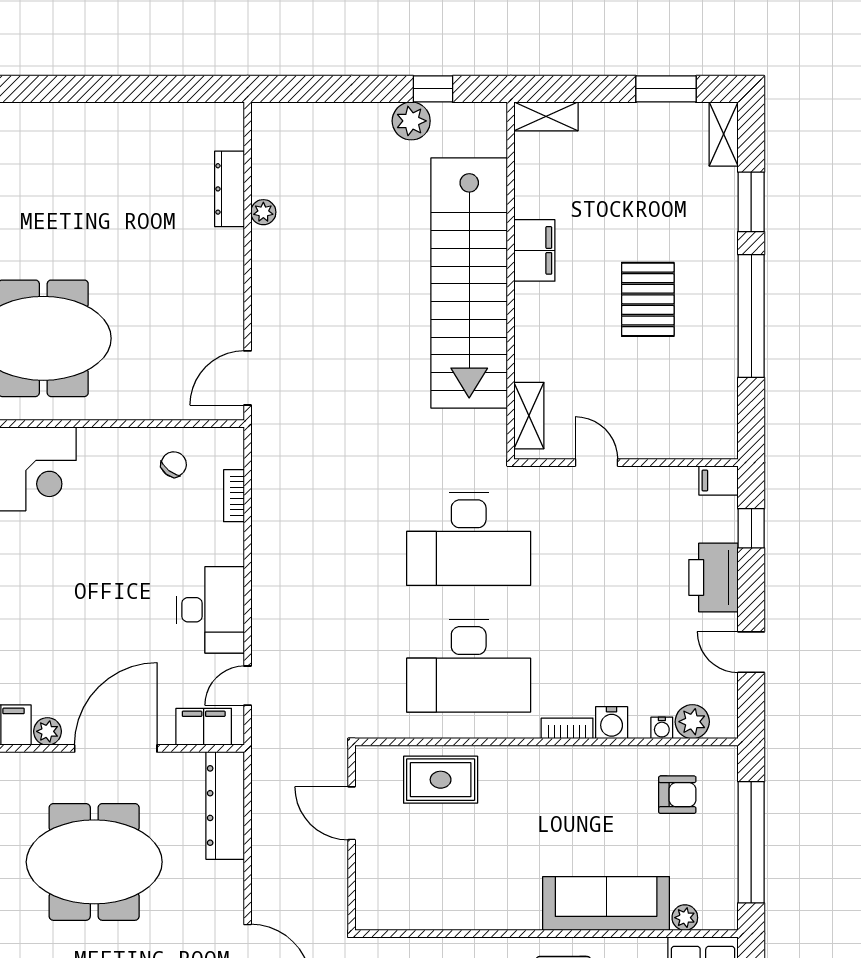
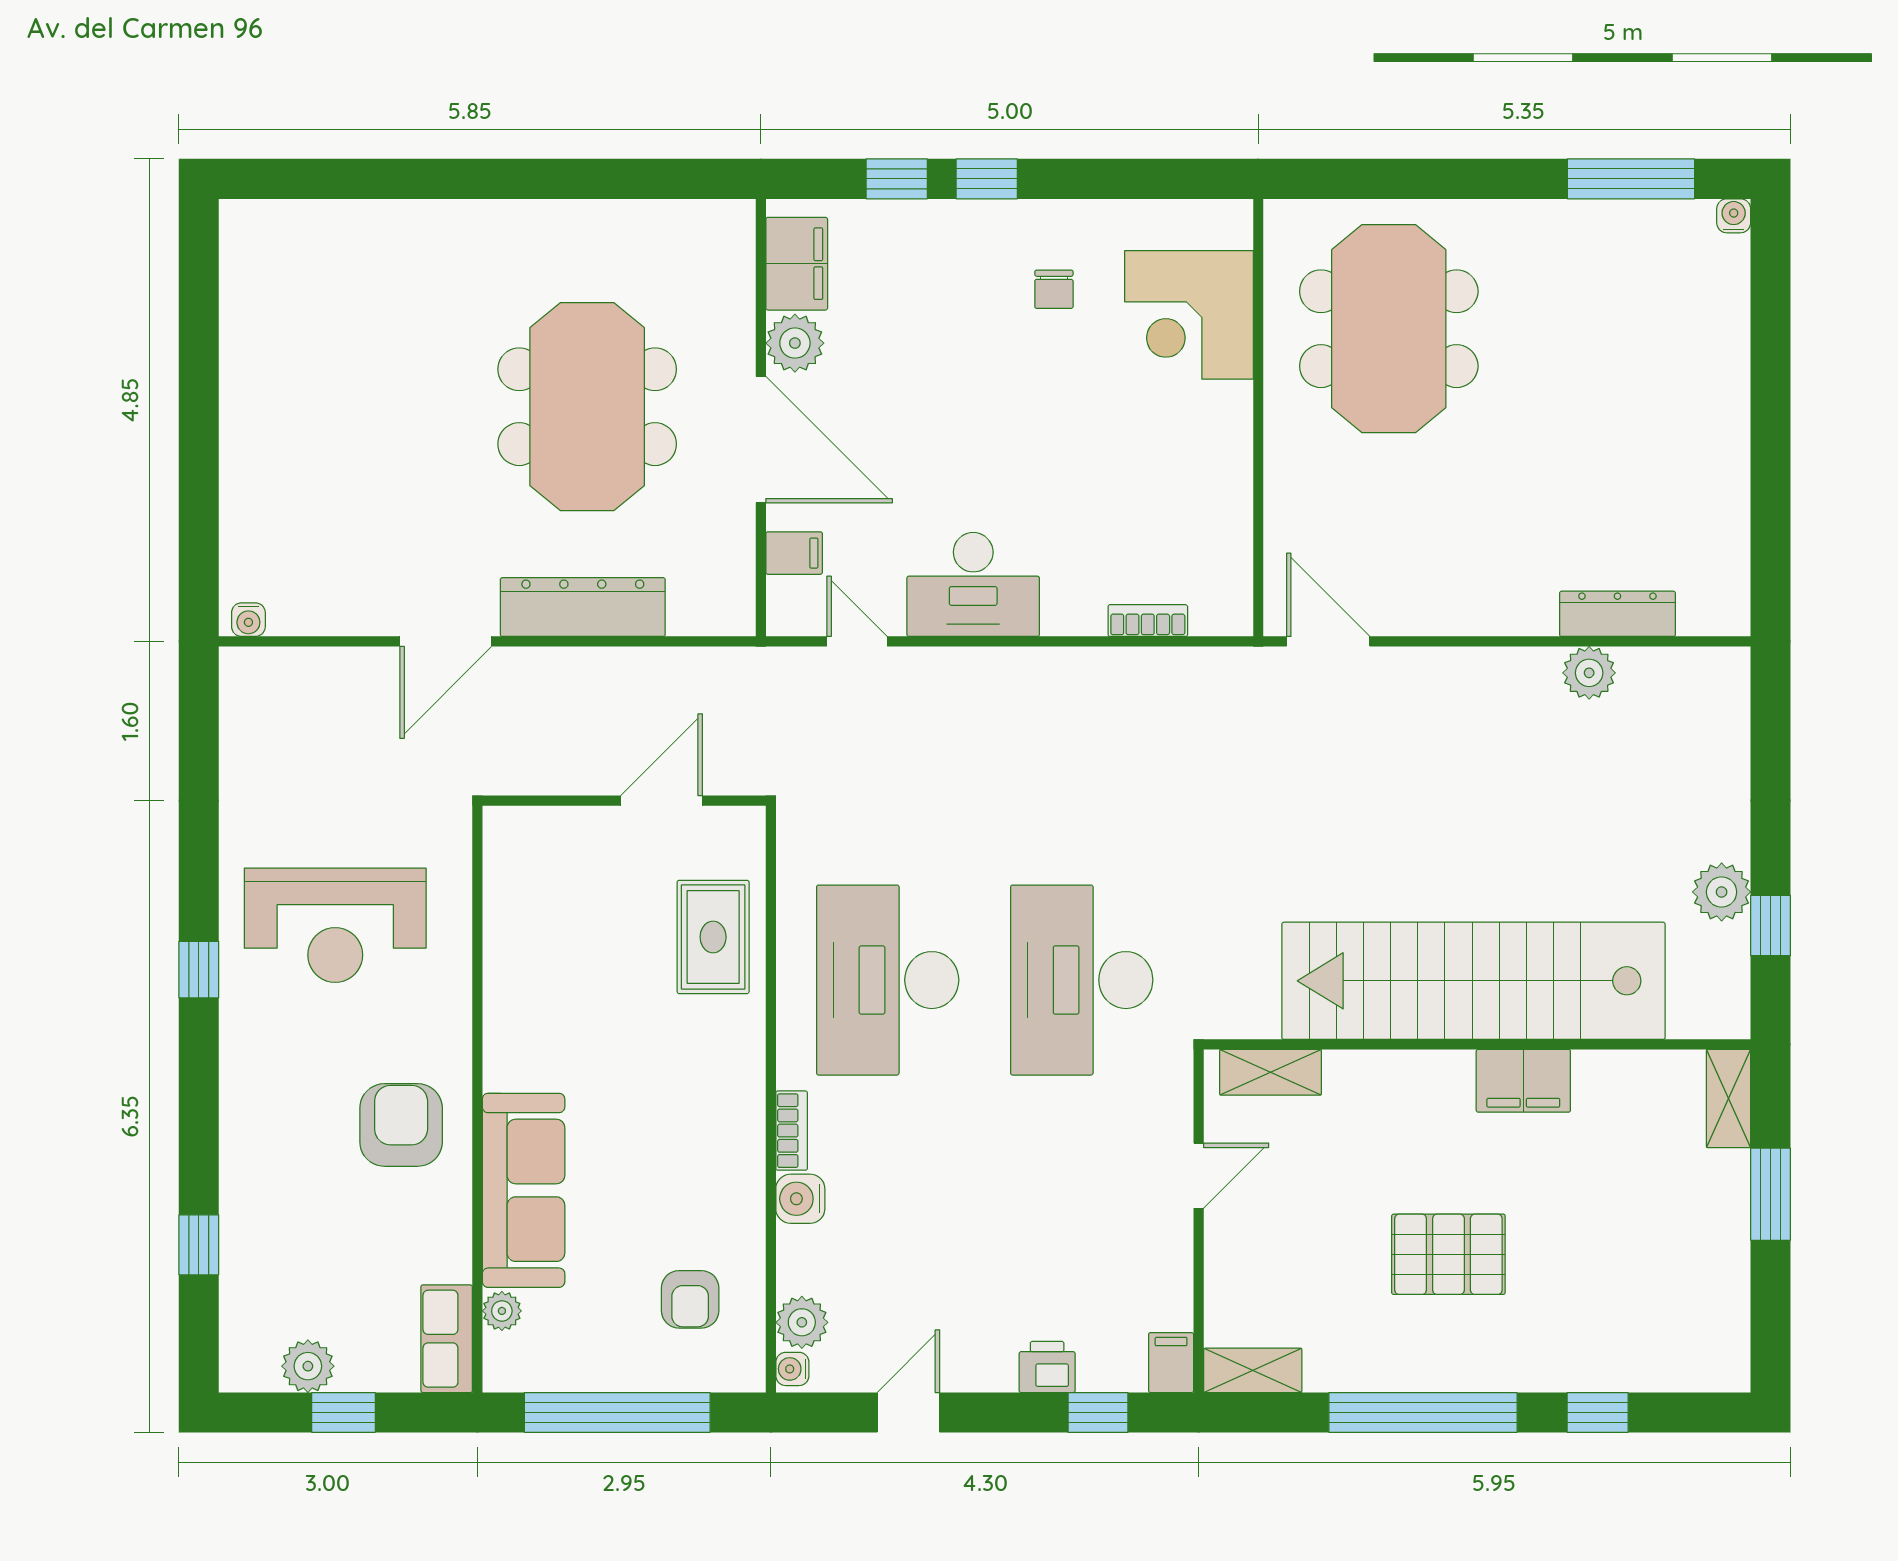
window: (666, 89) -> (1771, 1194), moved
shelving: (724, 134) -> (1253, 1370), moved
window: (751, 202) -> (1598, 1412), width x0.67
plant: (263, 212) -> (1589, 673), width x1.38, depth x1.38
chair: (174, 464) -> (1054, 289), moved, turned 52
printer: (713, 577) -> (1047, 1367), width x0.53, depth x0.68
filing cabinet: (204, 727) -> (794, 553), width x0.50
water cooler: (662, 728) -> (792, 1369), moved
plant: (47, 731) -> (795, 343), width x1.38, depth x1.38
dresser: (225, 806) -> (583, 607), moved

